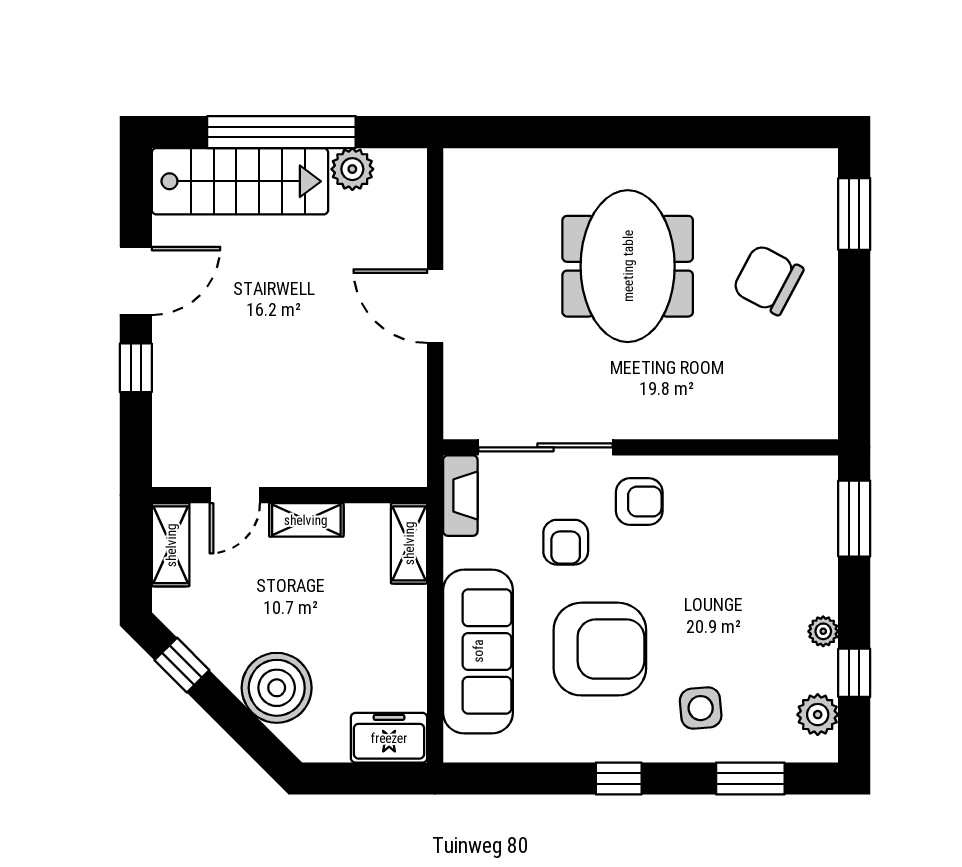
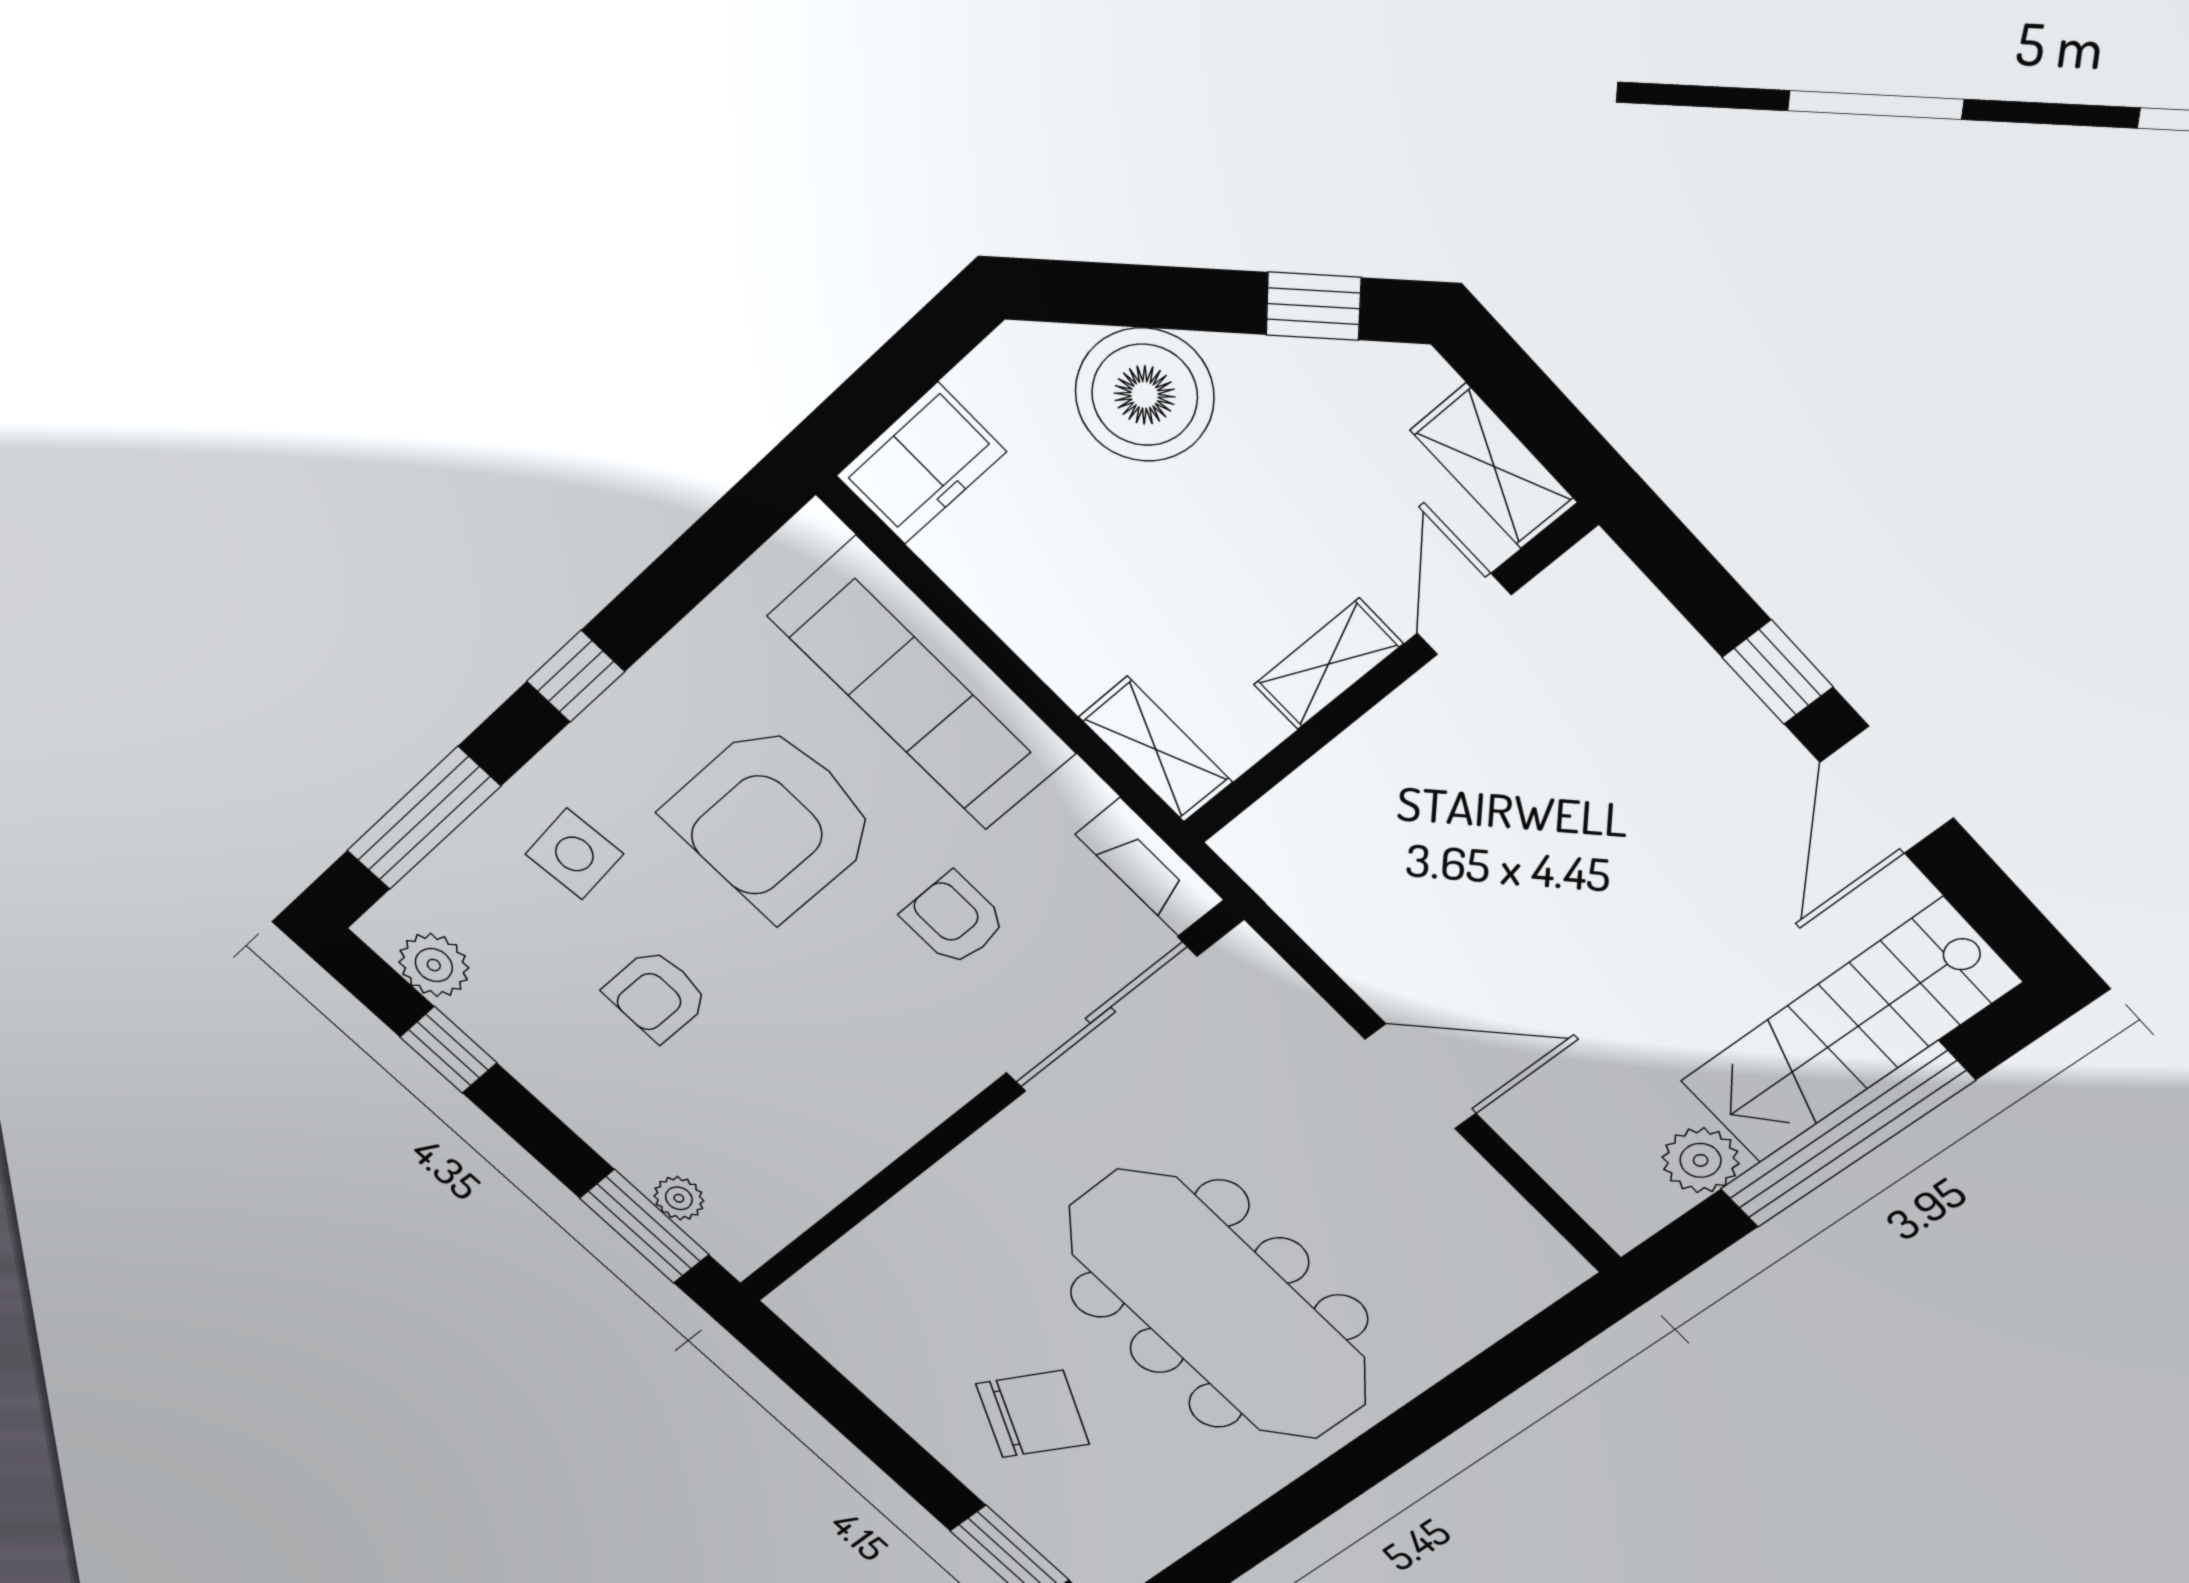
meeting table: (628, 266) -> (1219, 1306), width x1.36
armchair: (639, 502) -> (656, 995), moved
plant: (823, 631) -> (679, 1198), moved
window: (750, 778) -> (424, 818), width x1.44

